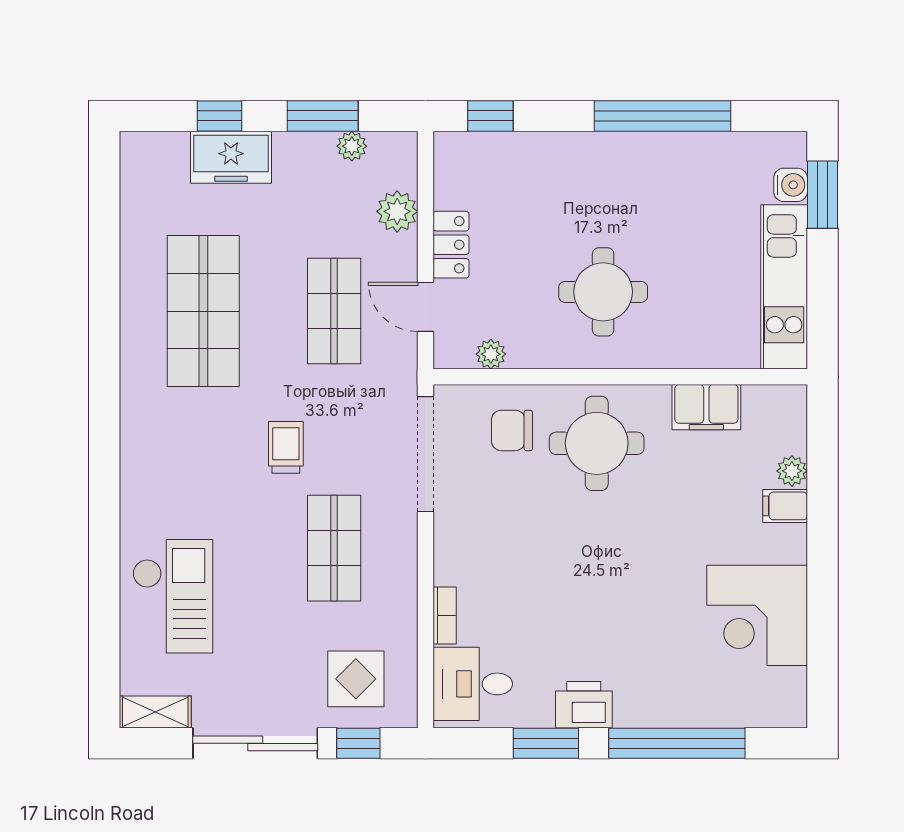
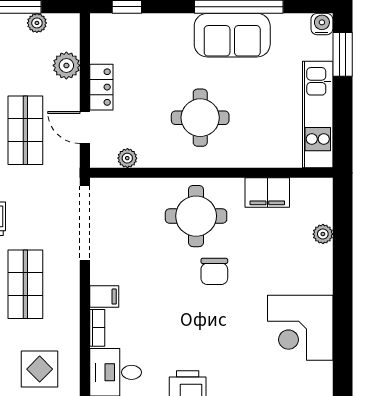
sofa: (652, 165) -> (232, 35), added
water cooler: (791, 185) -> (322, 24), moved, turned -90
chair: (512, 430) -> (214, 271), moved, turned -90
filing cabinet: (785, 506) -> (104, 297), moved, turned 180

